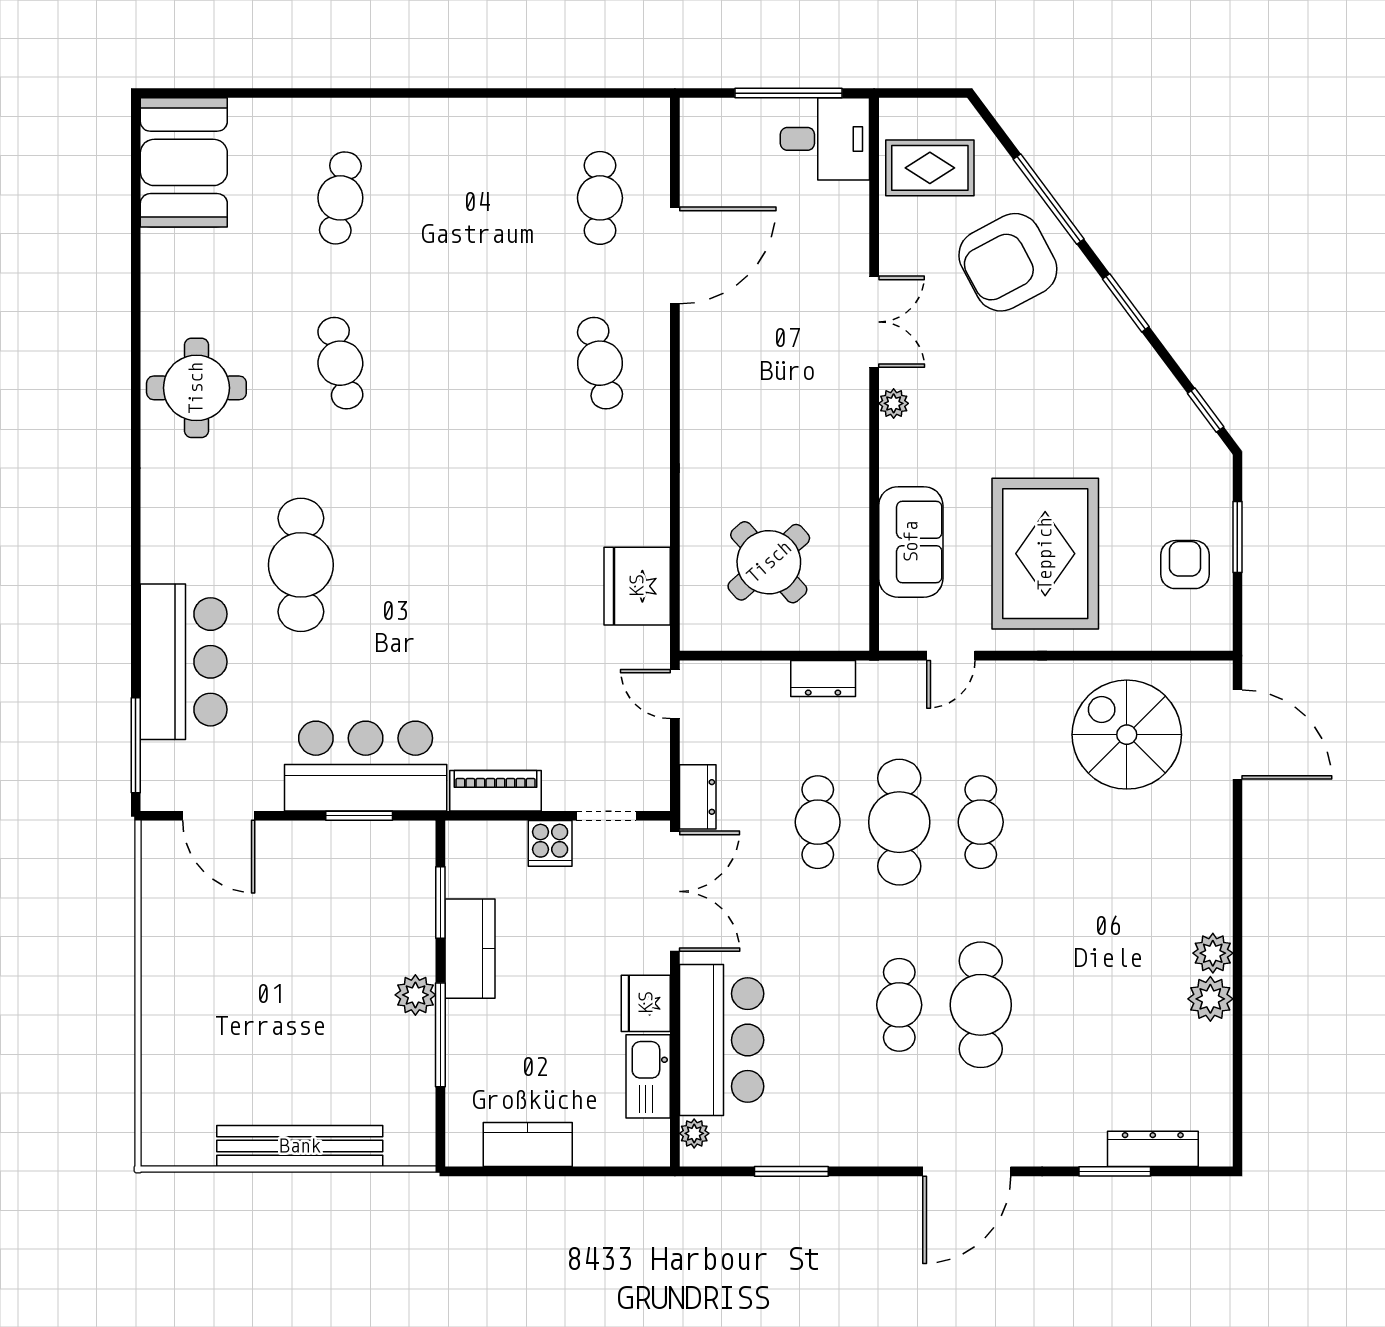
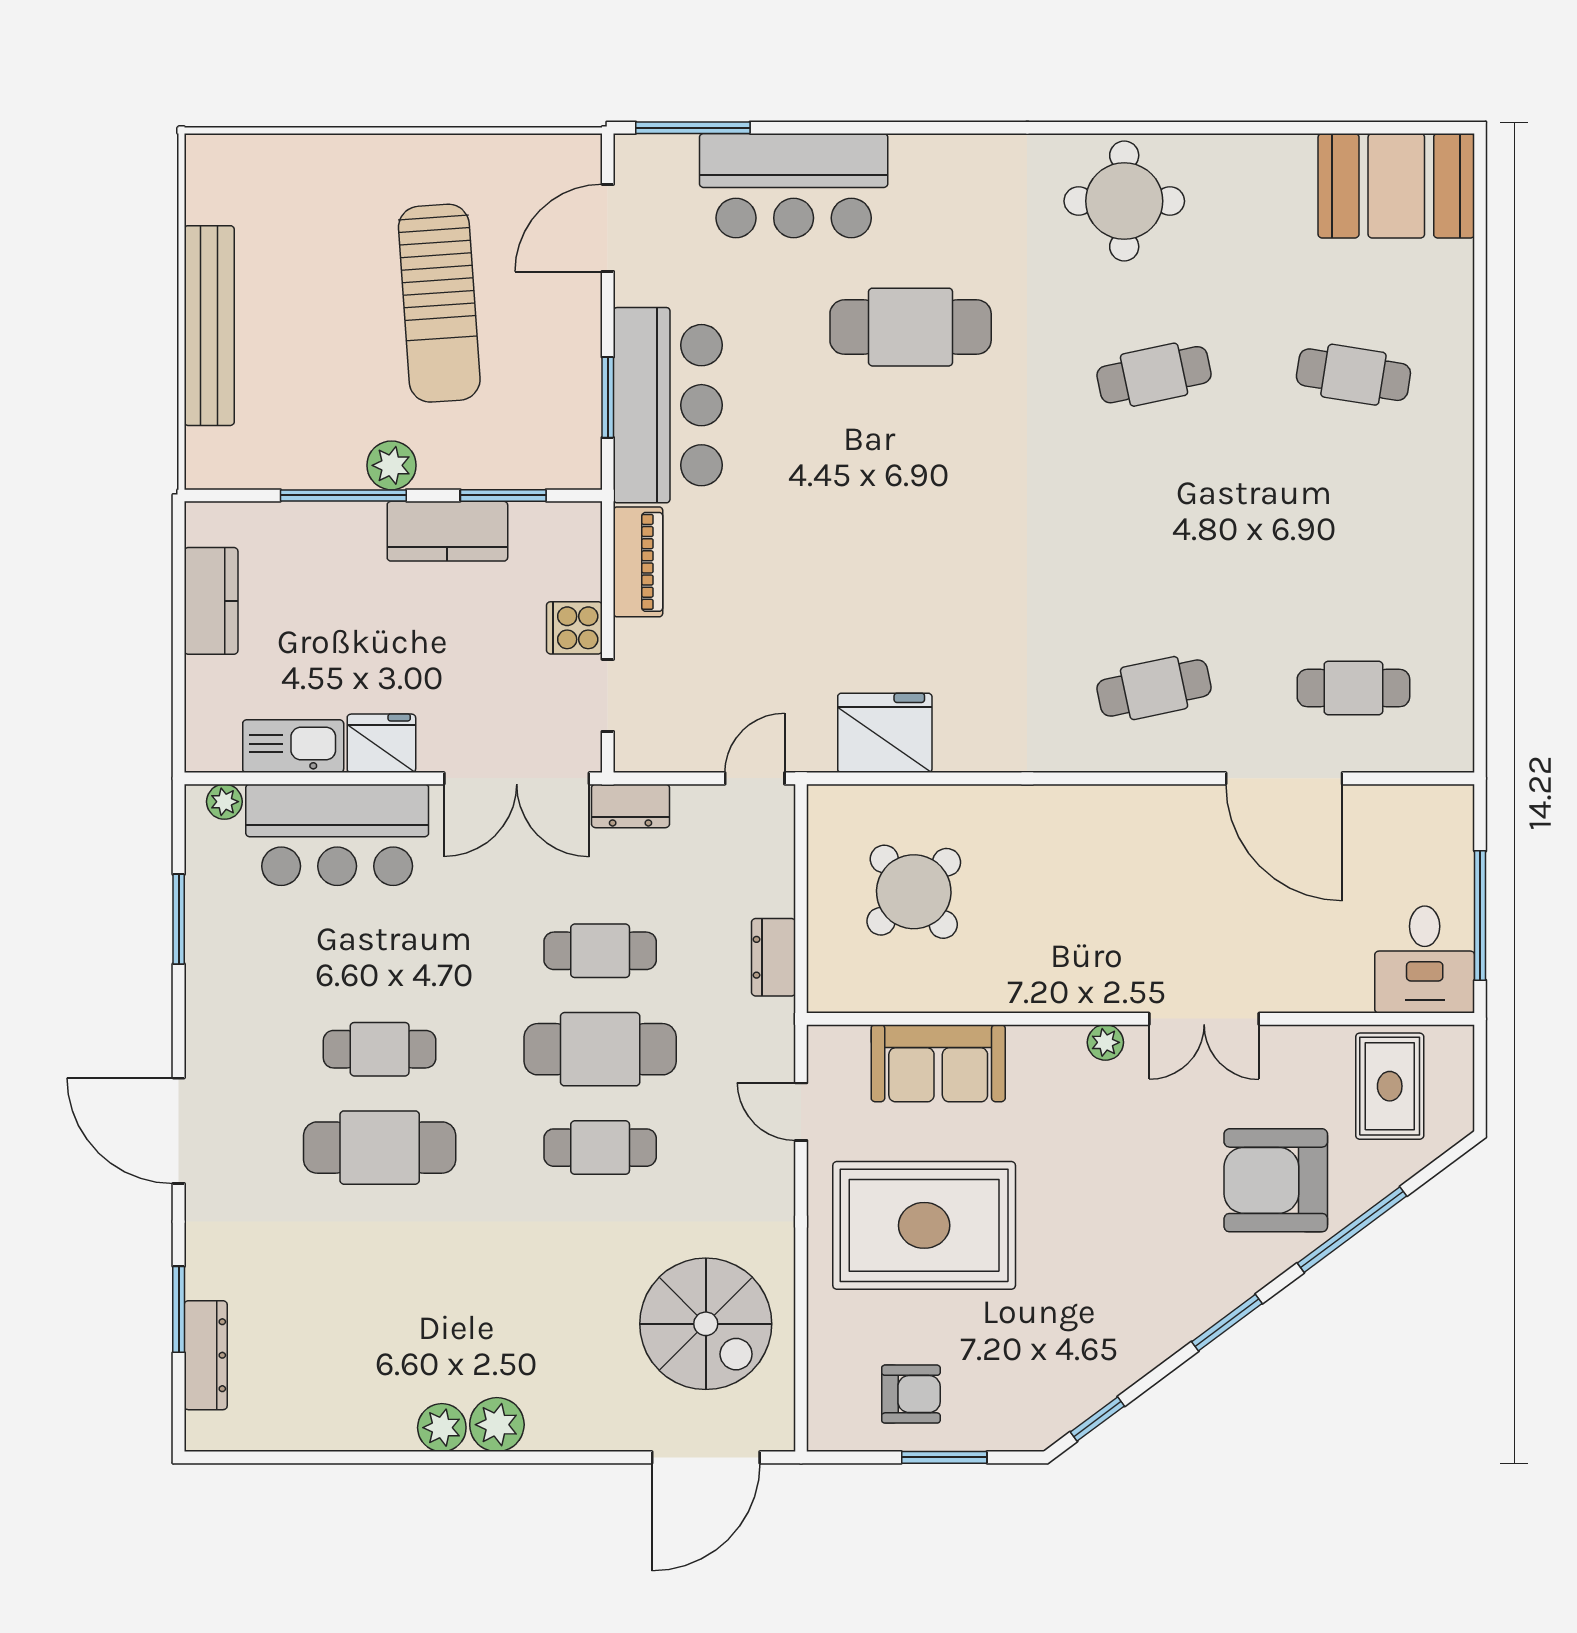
armchair: (1008, 262) -> (1276, 1180), turned -62
spiral stairs: (1127, 735) -> (706, 1324), turned 90
sun lounger: (281, 955) -> (439, 303), added
plant: (1210, 999) -> (497, 1425), moved

